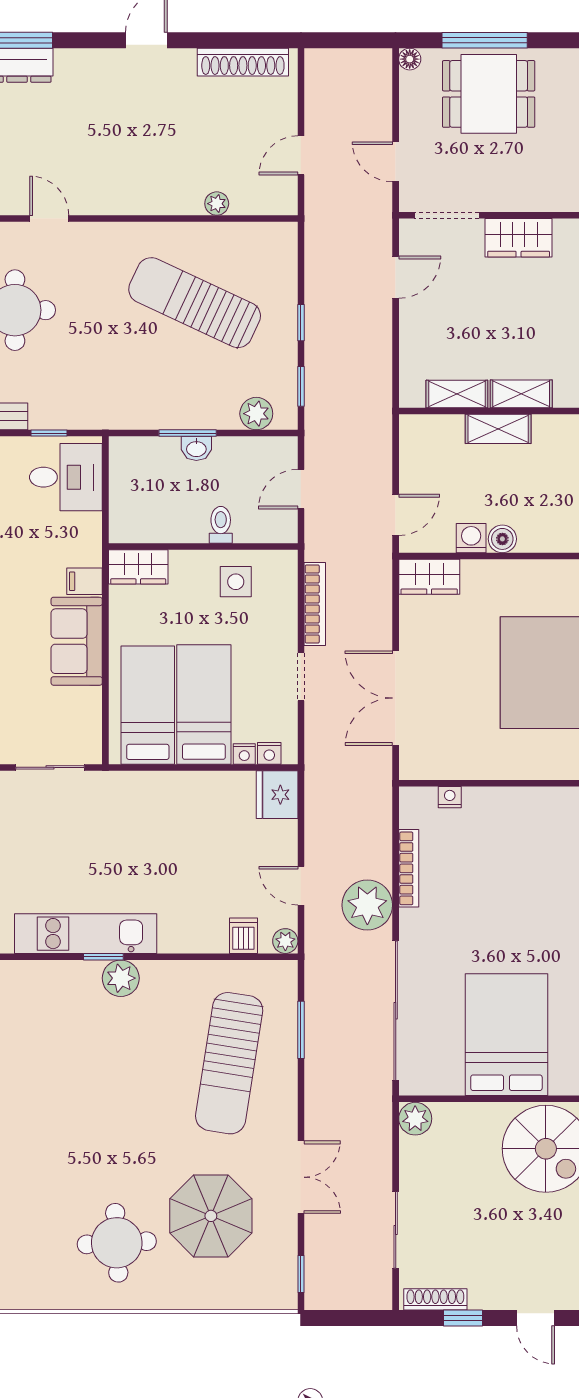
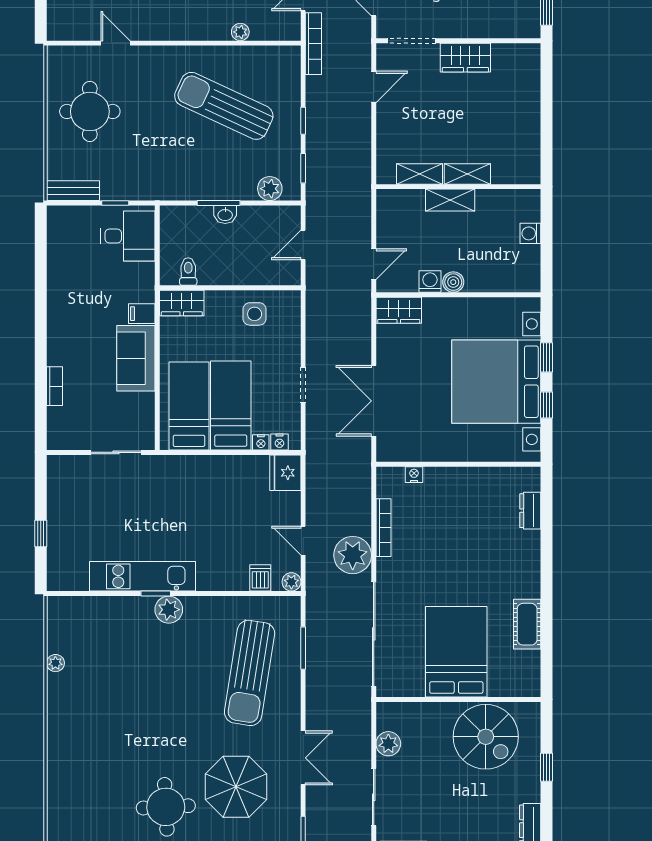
toilet: (221, 525) -> (188, 272), moved
bookcase: (315, 604) -> (313, 44), moved
plant: (415, 1119) -> (388, 744), moved

